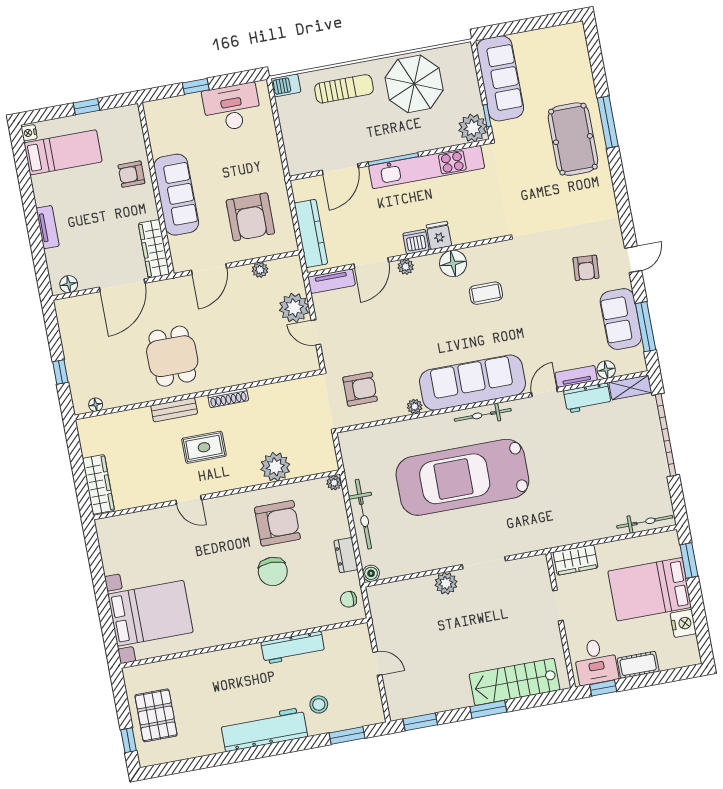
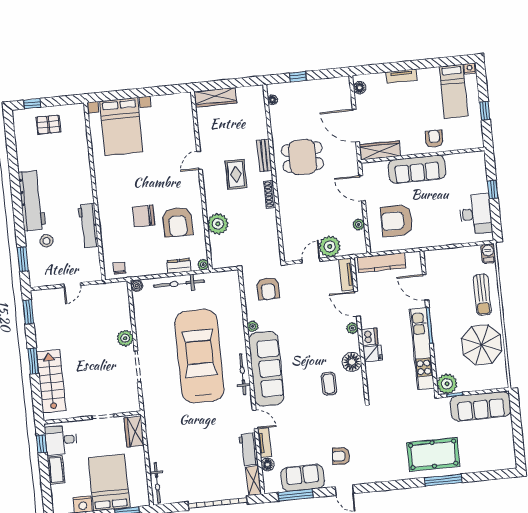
dresser: (346, 555) -> (179, 266), moved
pallet: (156, 715) -> (48, 125), width x0.67, depth x0.71

